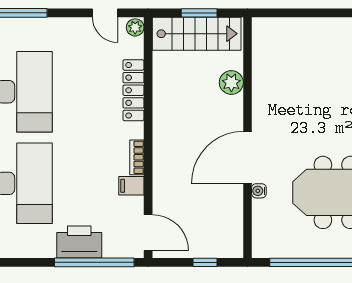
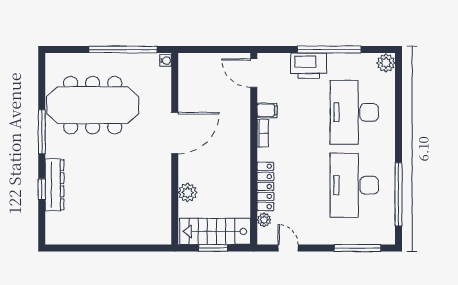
plant: (135, 27) -> (264, 220), moved
water cooler: (259, 191) -> (166, 61), moved
window: (94, 262) -> (329, 50), moved
window: (205, 262) -> (208, 50), removed

